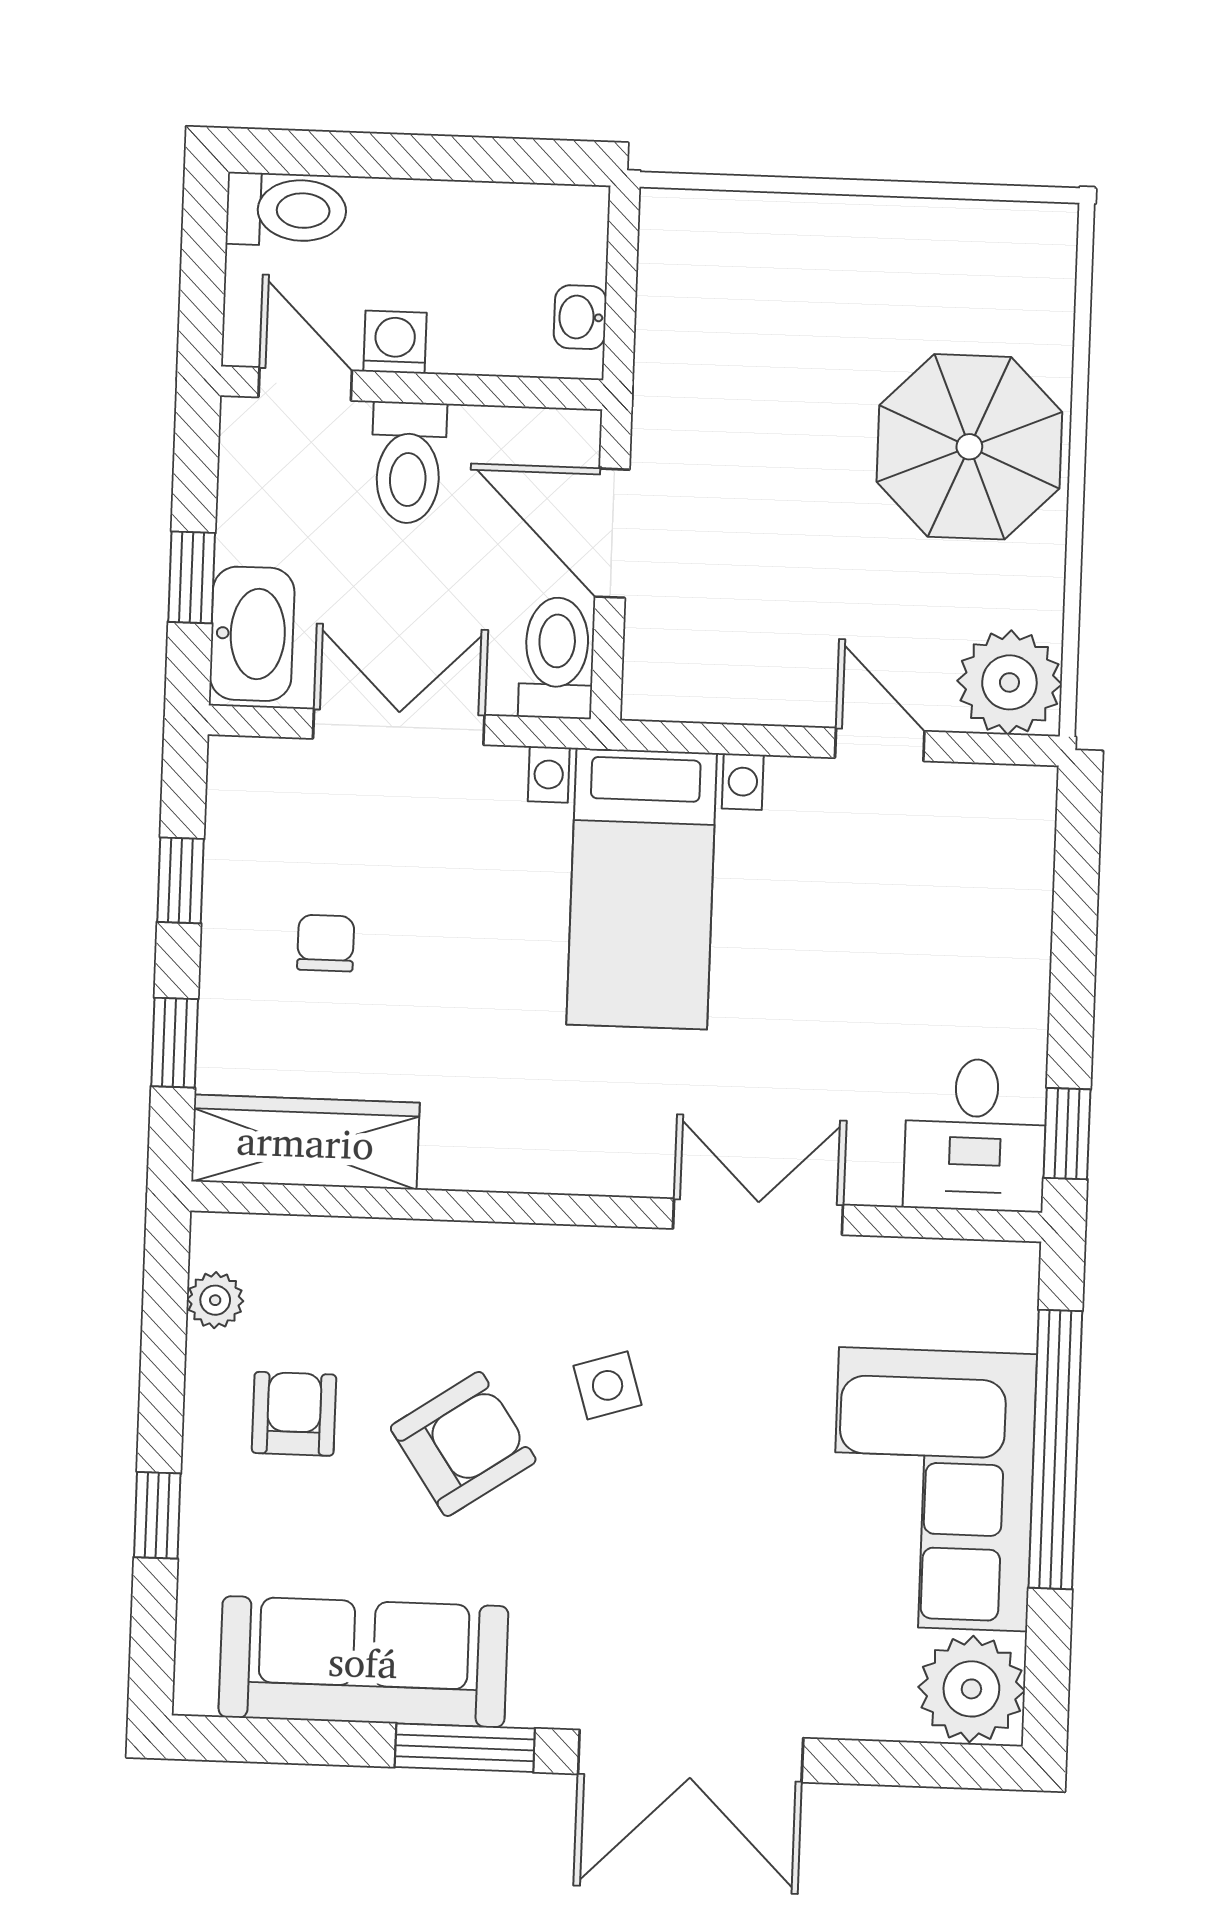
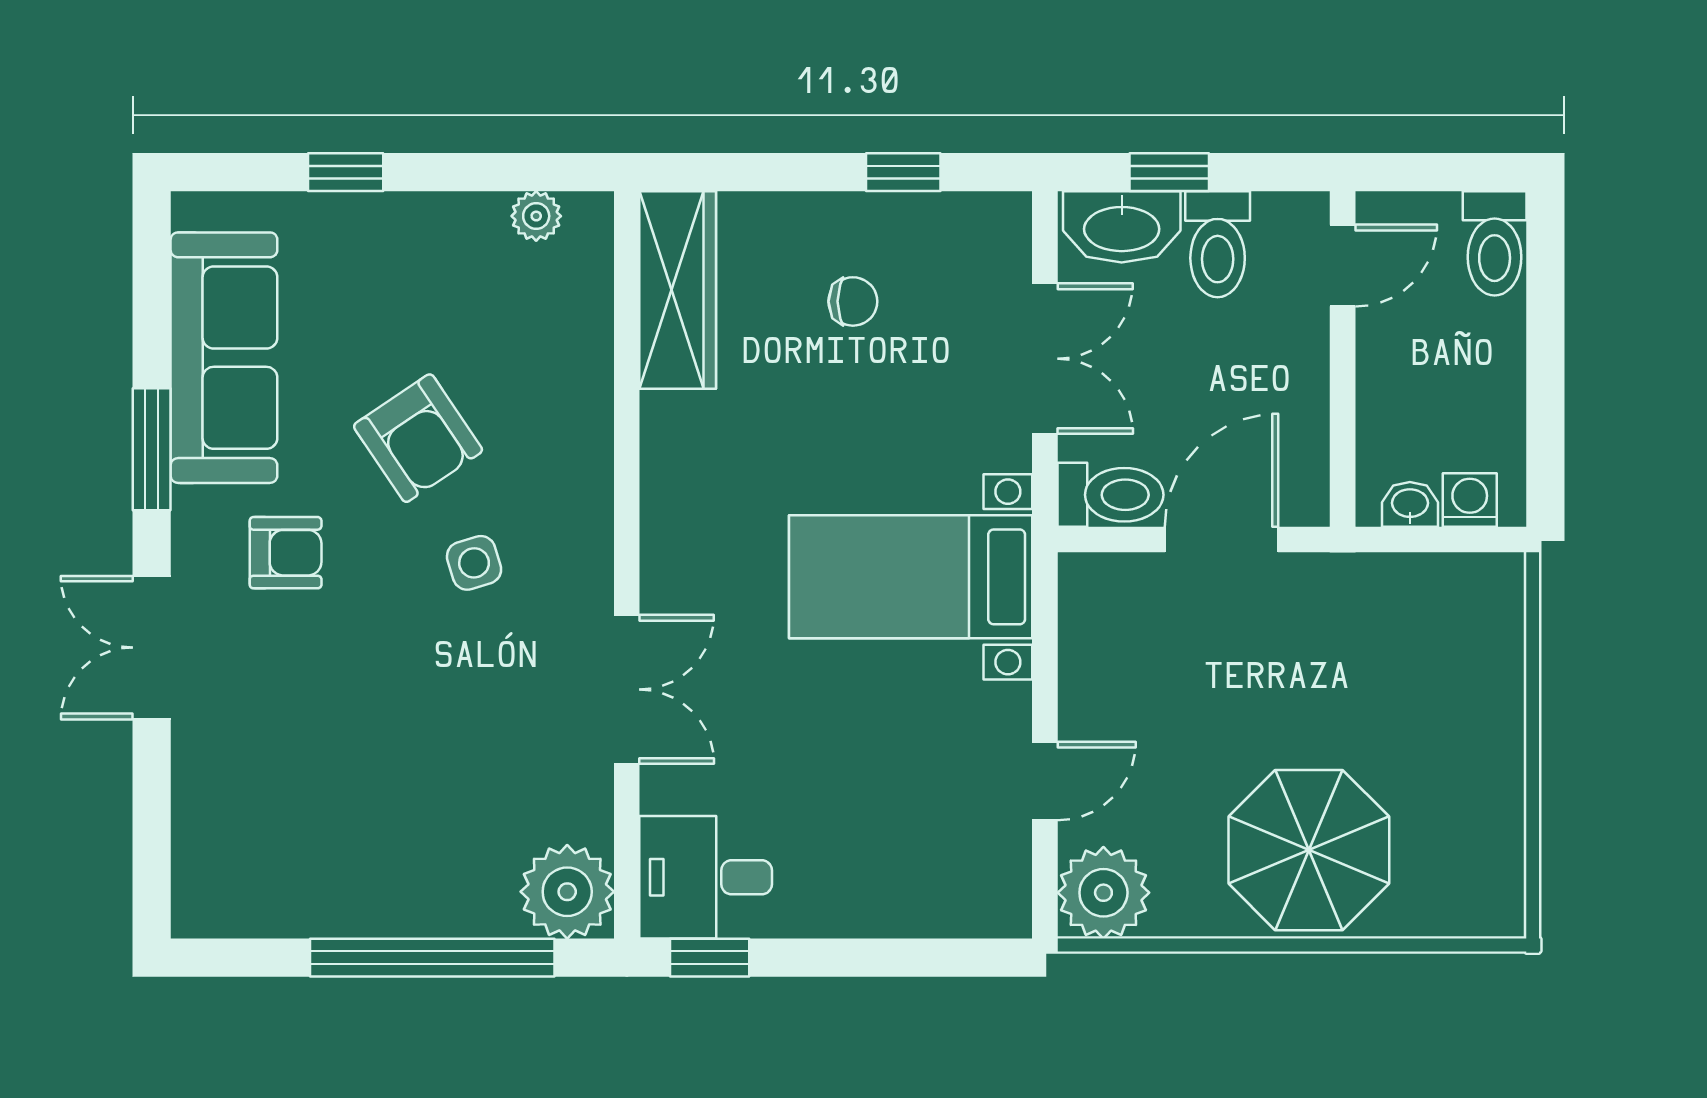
washing machine: (395, 342) -> (1470, 500), moved, turned -90
toilet: (408, 463) -> (1218, 244), moved, turned -90
window: (175, 1043) -> (761, 172), removed
armchair: (294, 1414) -> (286, 553), moved
corner sofa: (933, 1489) -> (393, 852), removed
plant: (971, 1689) -> (567, 892), moved
double door: (691, 1756) -> (152, 648), width x0.73

